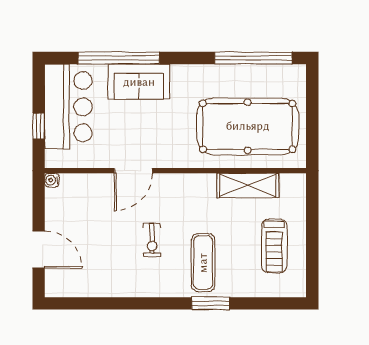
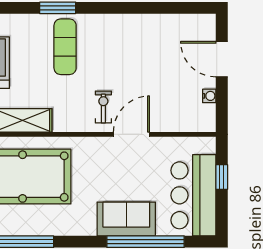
water cooler: (52, 180) -> (209, 96), moved
exercise bike: (152, 240) -> (103, 107), moved

